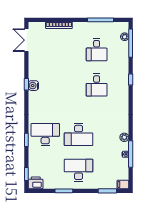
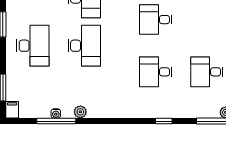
desk: (60, 85) -> (156, 20), added
desk: (79, 135) -> (84, 46), turned 180

